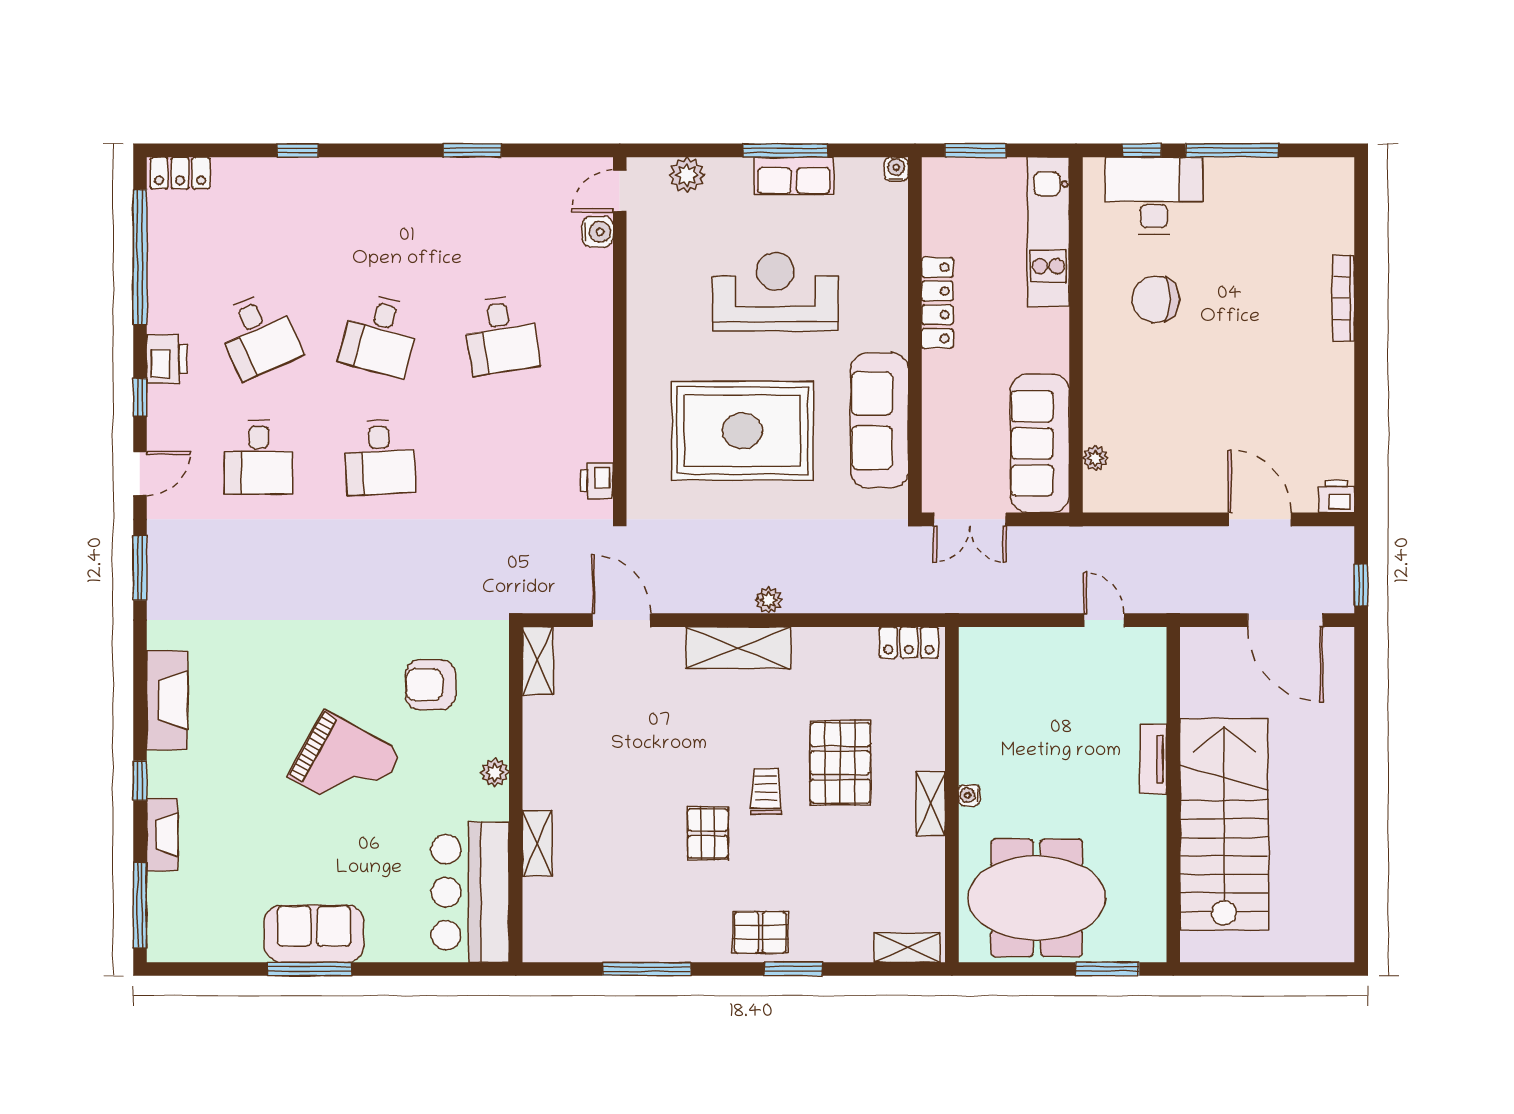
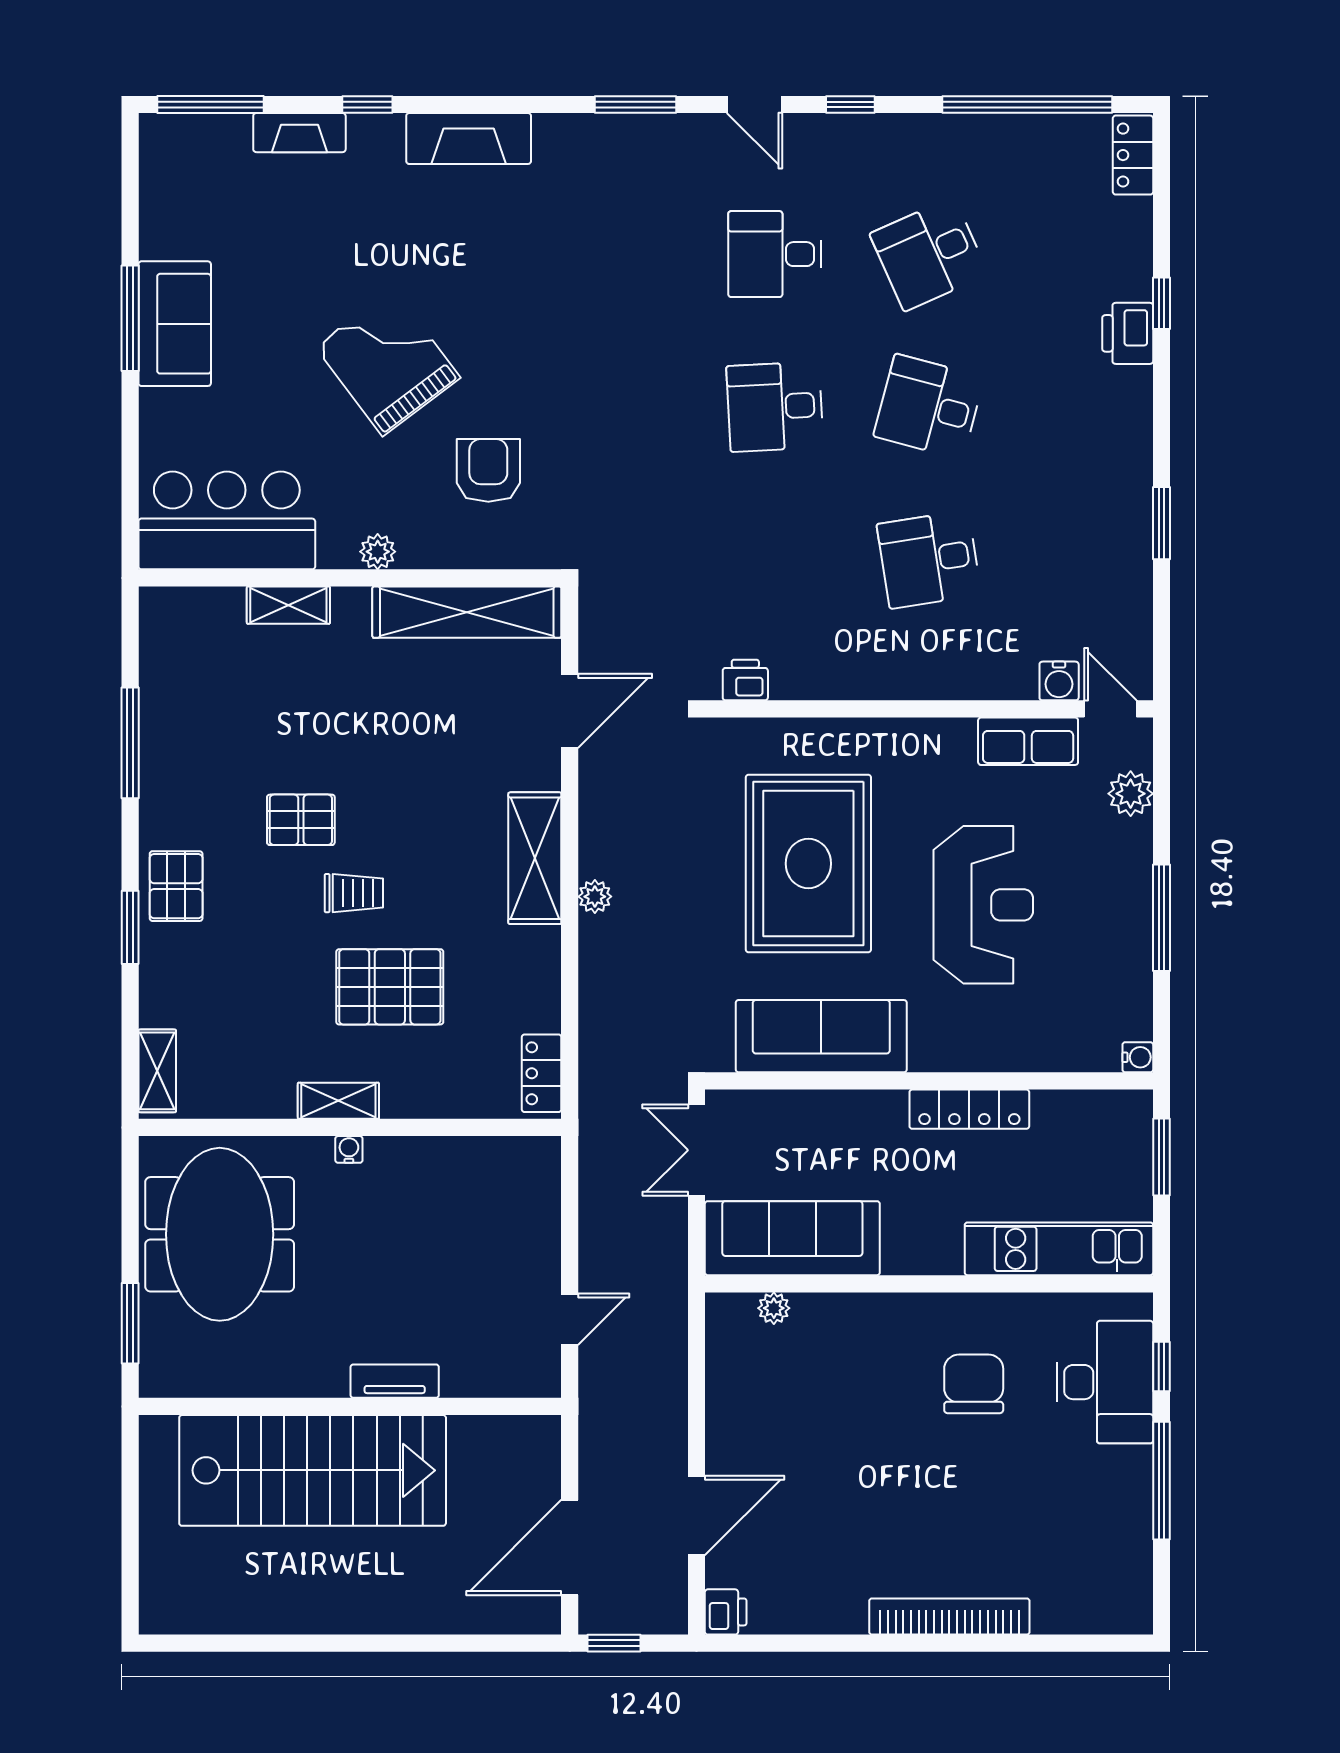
row of seats: (794, 176) -> (1028, 741), moved, turned -90
bookcase: (1343, 298) -> (949, 1617), width x1.48, depth x1.31
printer: (167, 359) -> (1128, 333), moved, turned 90
shelving: (538, 661) -> (467, 612), width x2.20, depth x1.33
grand piano: (345, 764) -> (388, 362), turned 114

